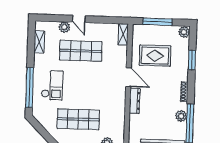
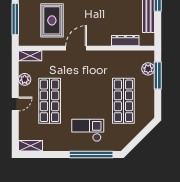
plant: (64, 27) -> (25, 79), moved
shelving: (39, 42) -> (31, 146), moved
dresser: (135, 101) -> (125, 41), moved

